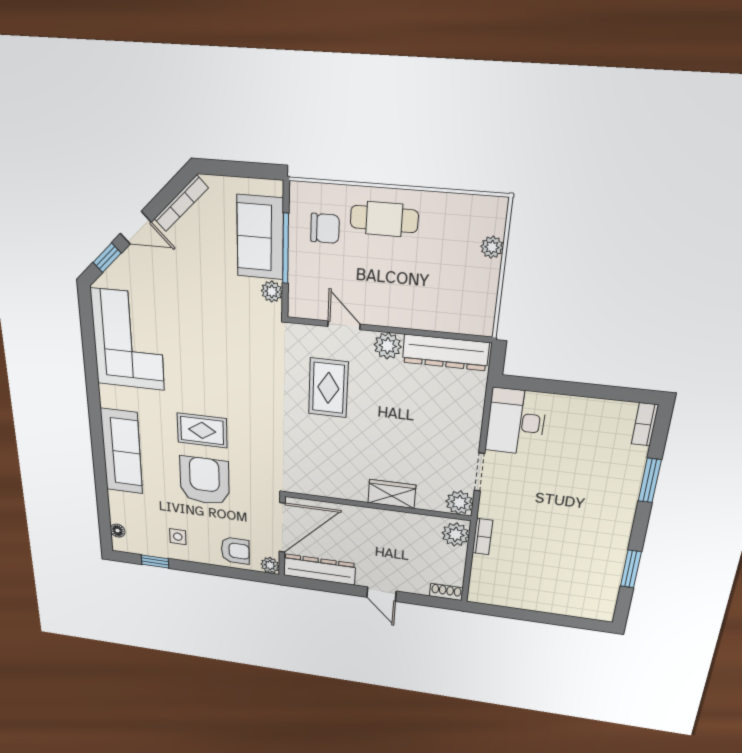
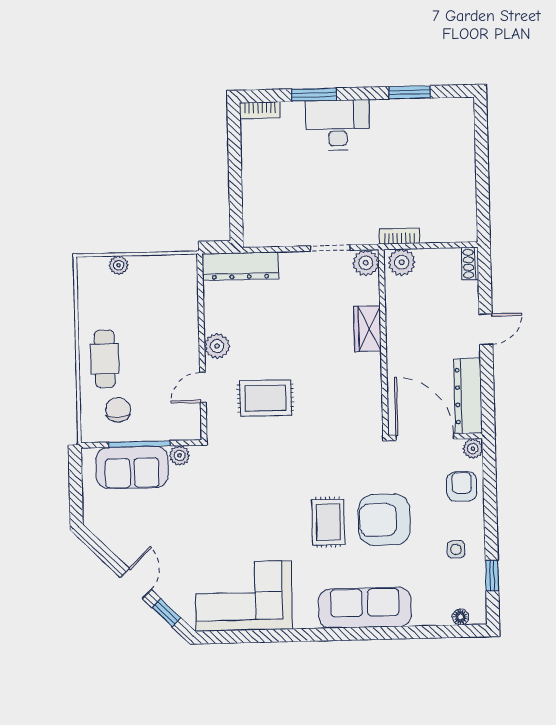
bookcase: (181, 203) -> (110, 540), removed
dresser: (445, 352) -> (240, 266), moved, turned 90
desk: (516, 422) -> (338, 125), moved, turned 180

